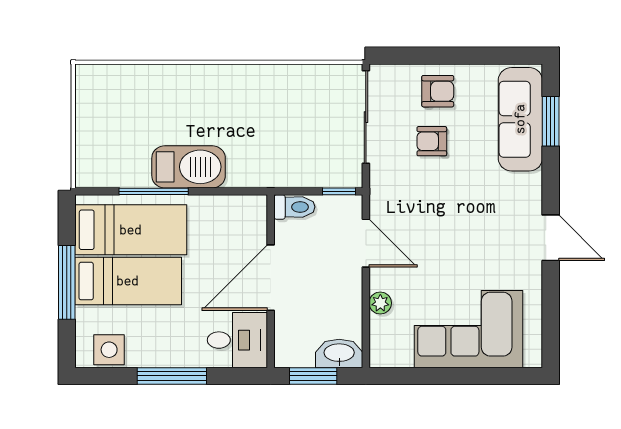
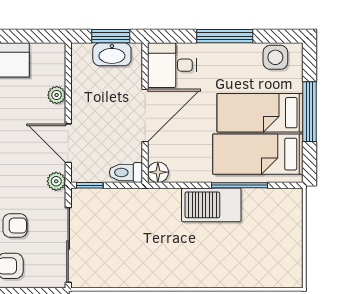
plant: (381, 196) -> (56, 181), added
floor lamp: (255, 207) -> (158, 172), added
washbasin: (339, 353) -> (112, 54), moved

